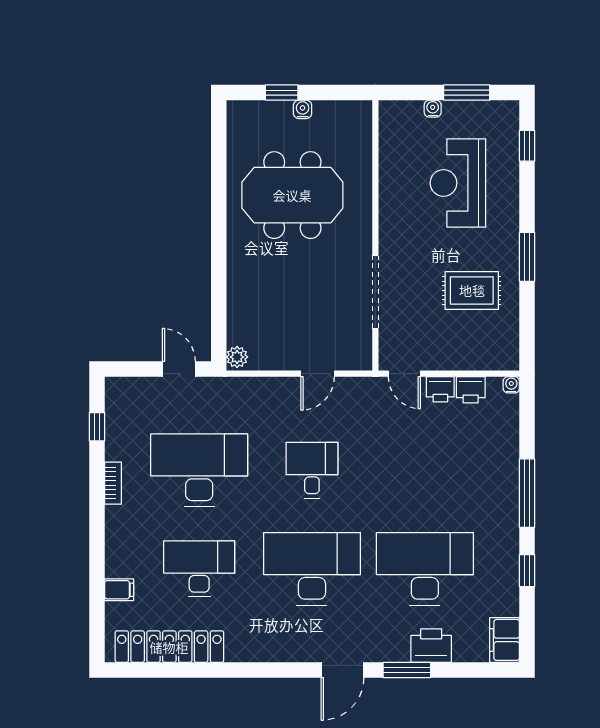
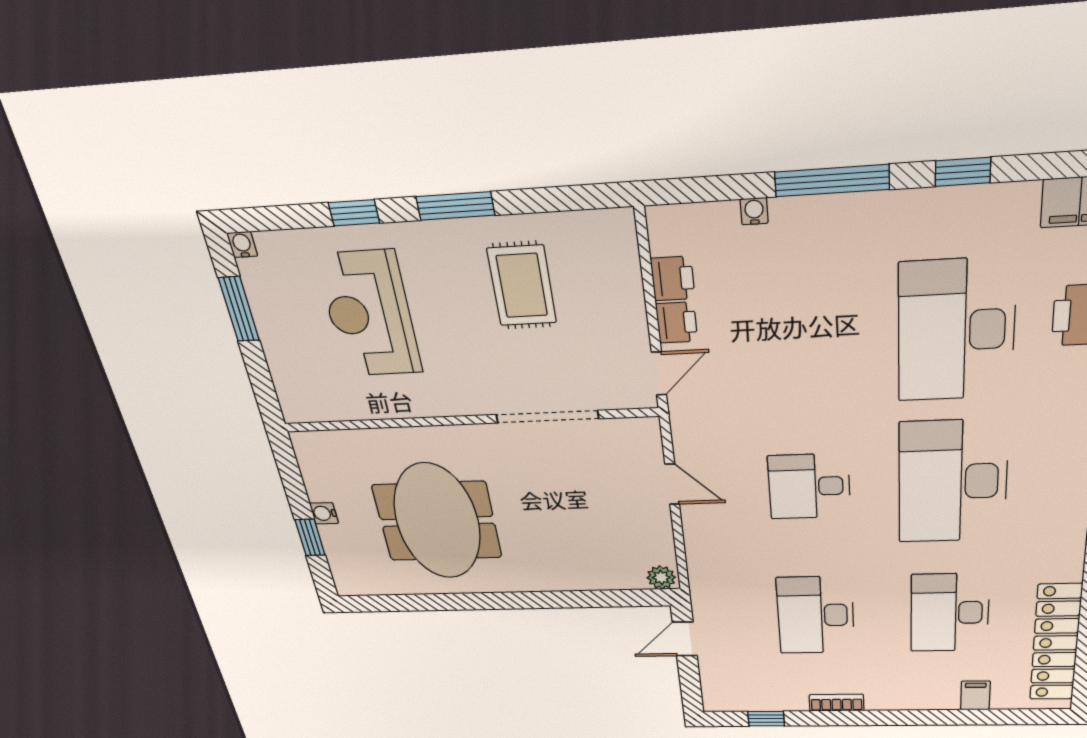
water cooler: (433, 109) -> (242, 245), moved, turned 90
window: (527, 146) -> (354, 213), moved
reception desk: (458, 183) -> (369, 314), turned 90
water cooler: (511, 385) -> (754, 211), moved, turned 90
desk: (199, 470) -> (816, 615), width x0.73, depth x0.77

